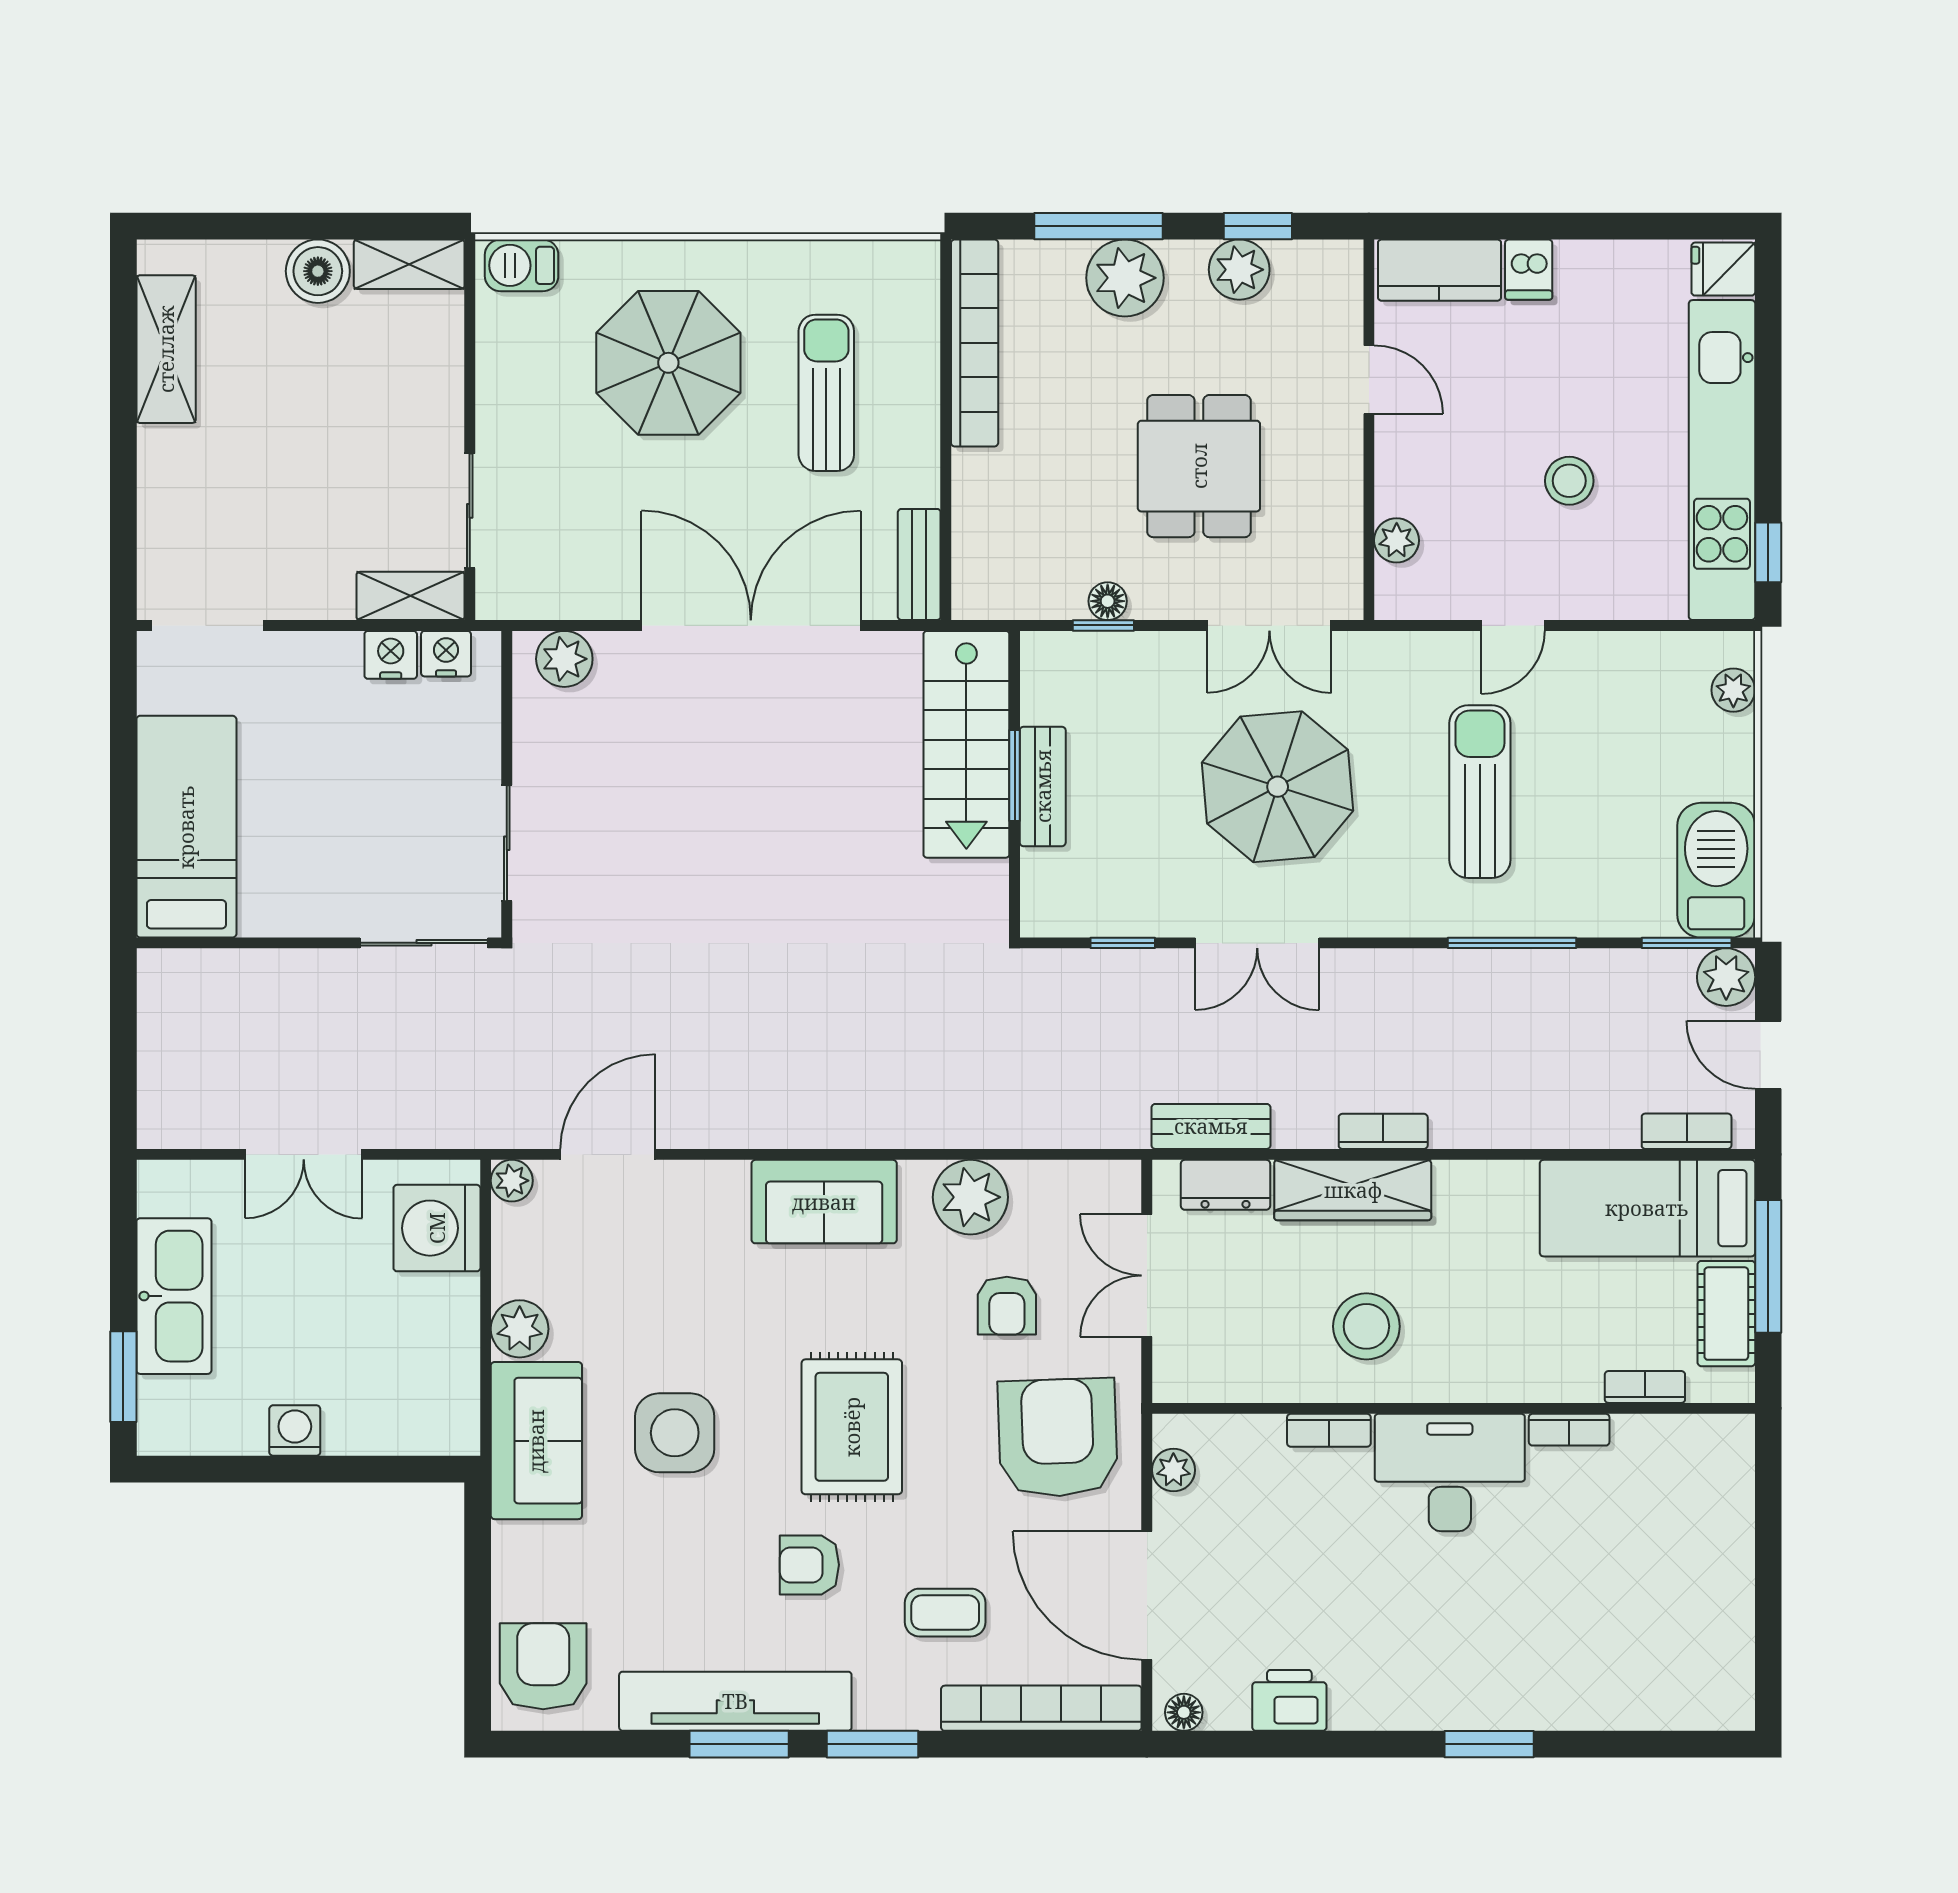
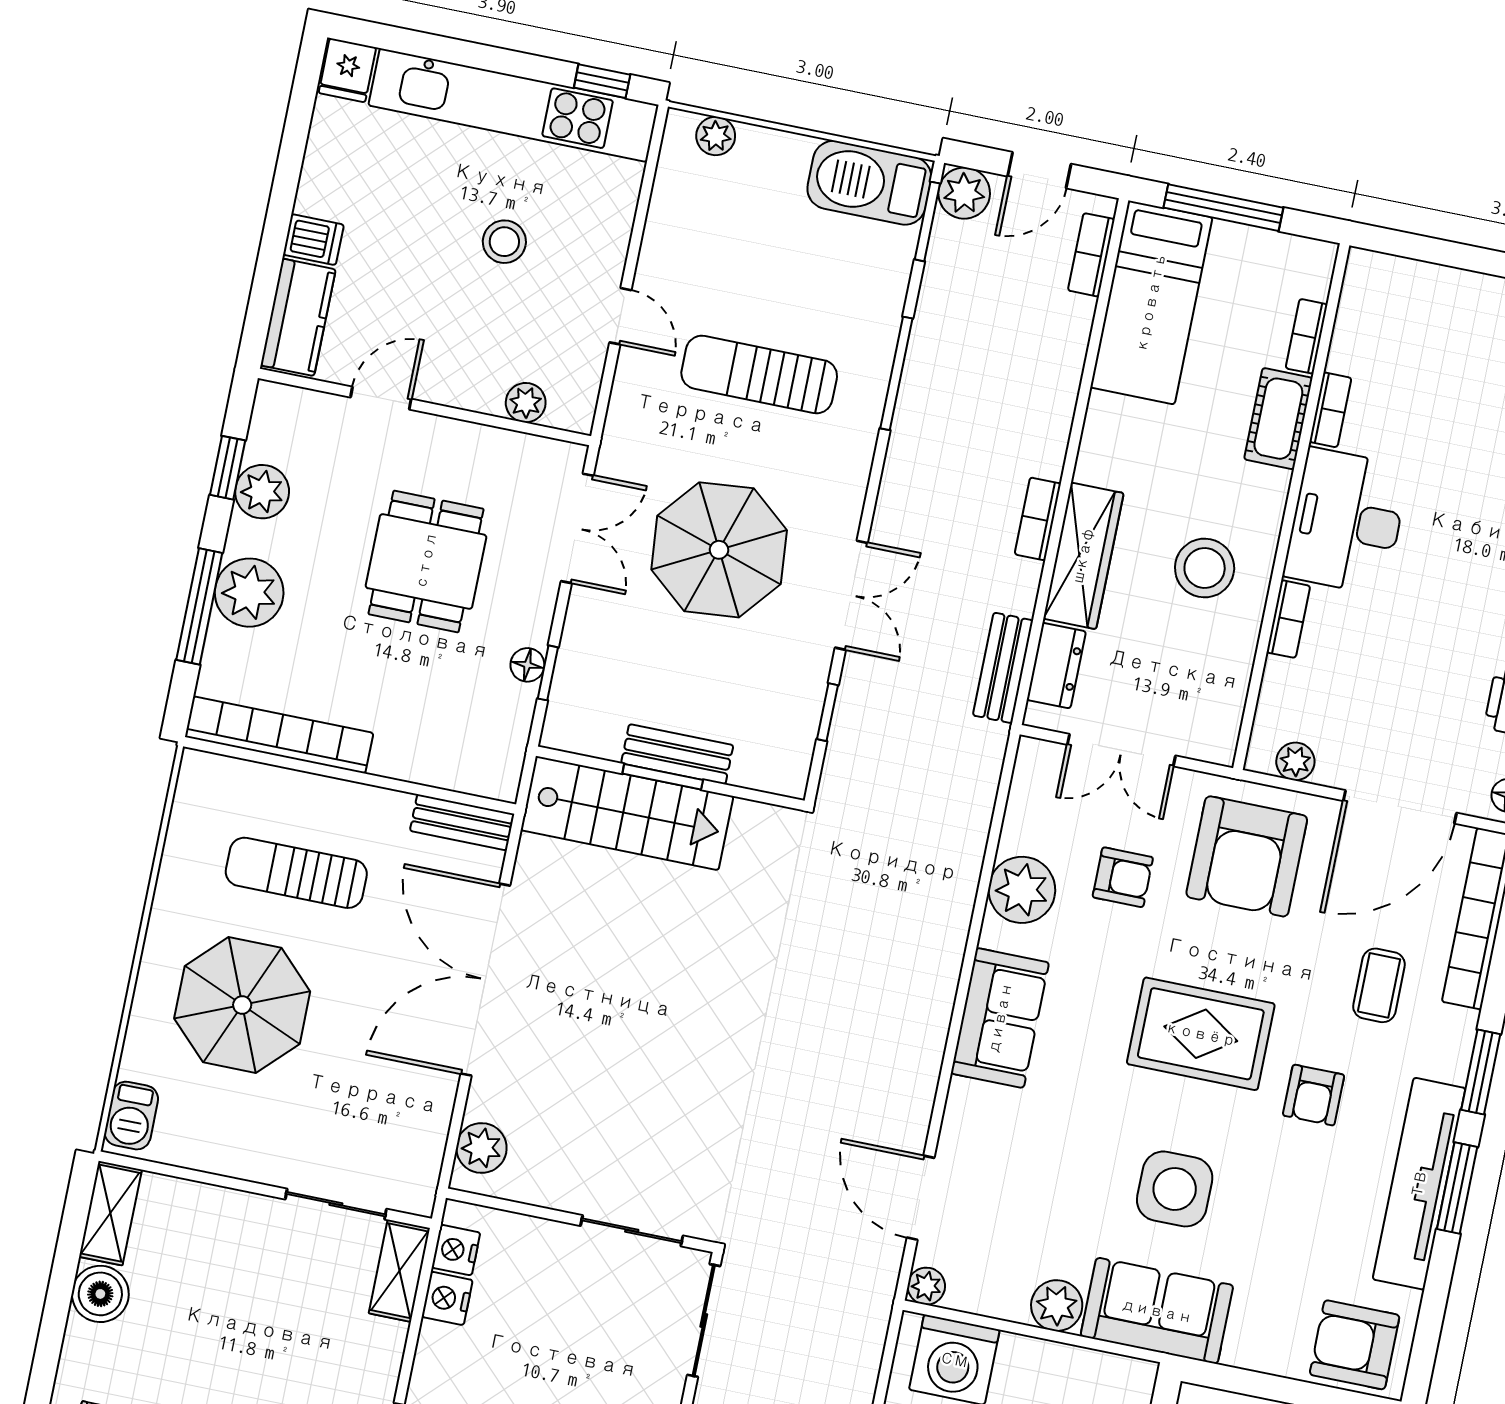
dining table: (1199, 466) -> (426, 561), turned 90
cot: (1726, 1314) -> (1278, 419), moved, turned 90
armchair: (1058, 1438) -> (1247, 856), turned -88

